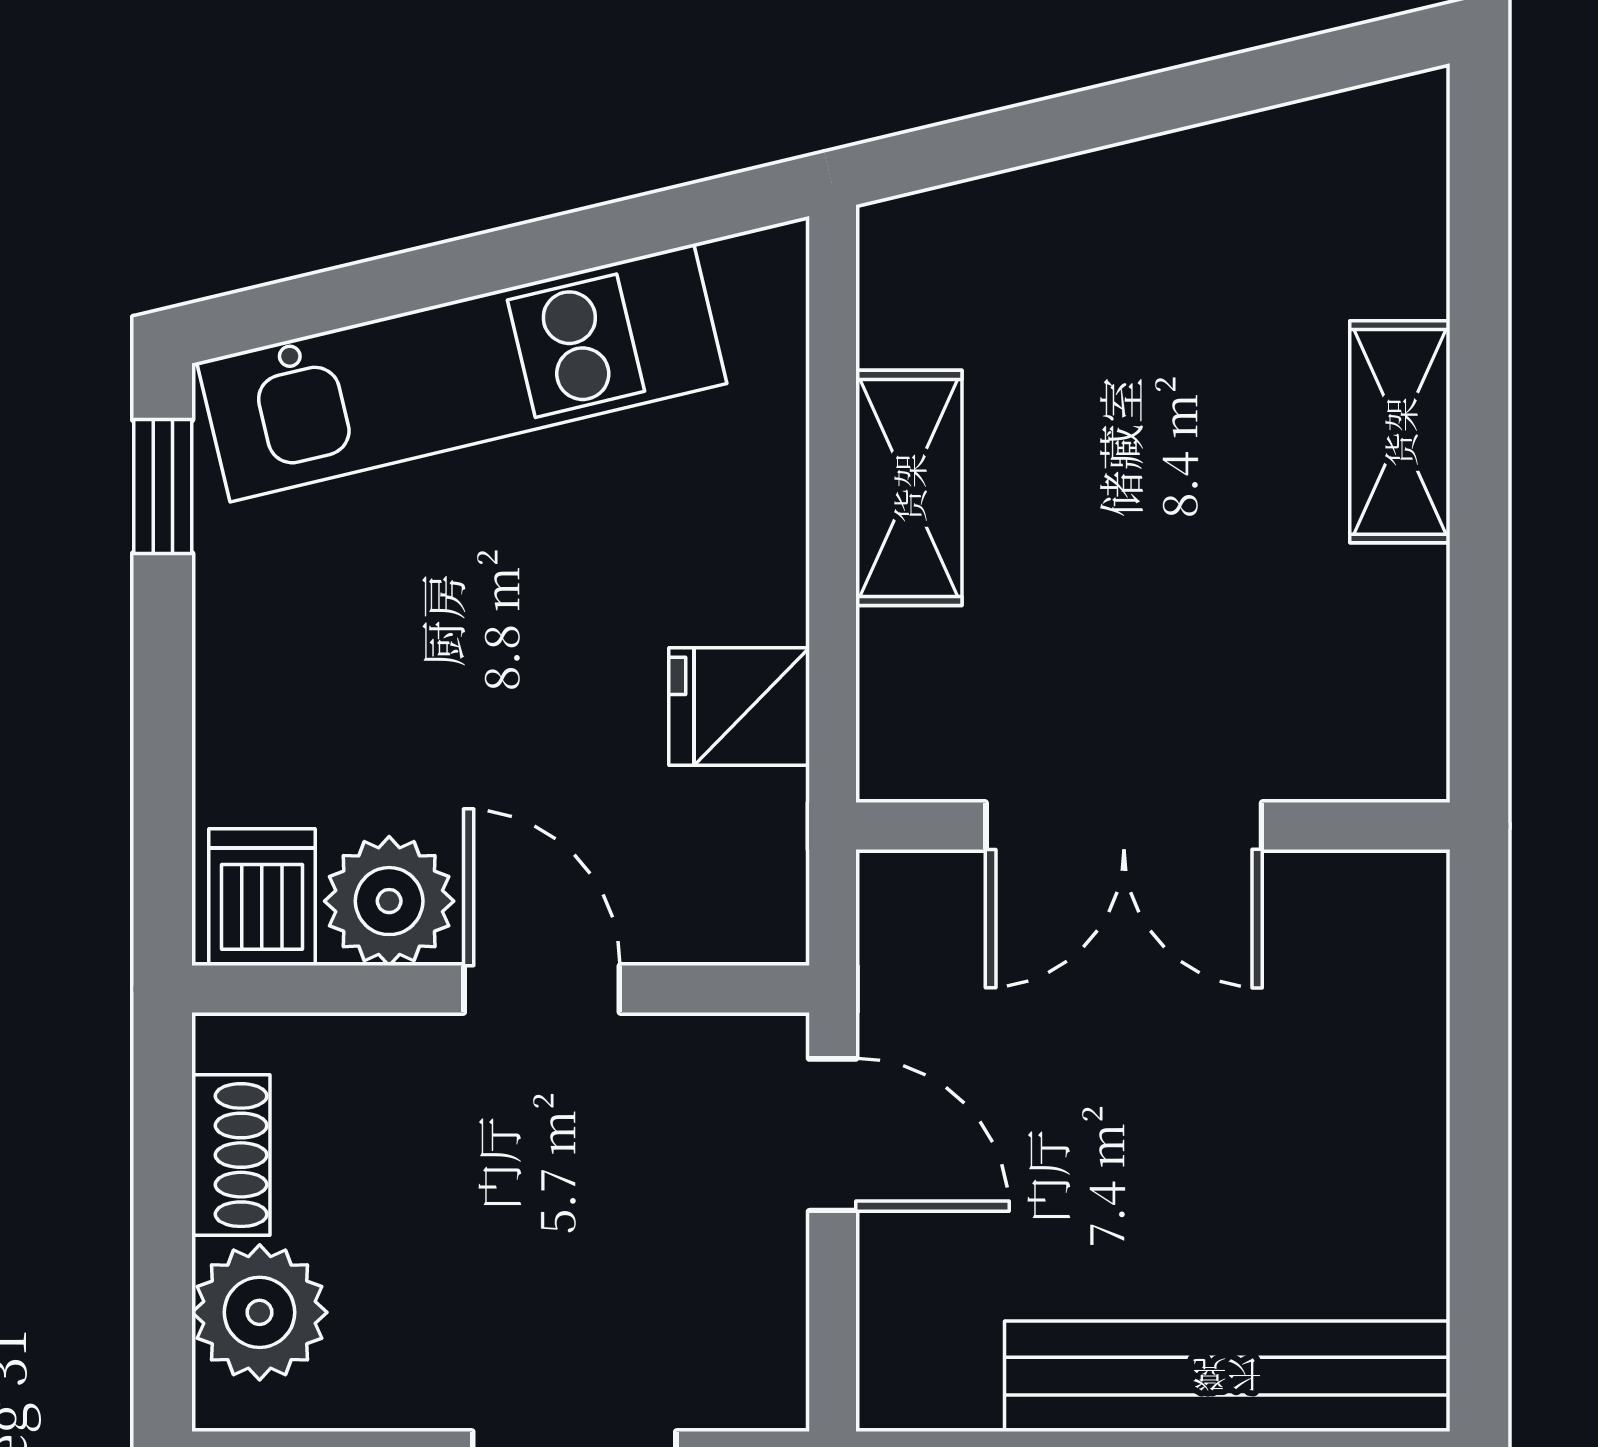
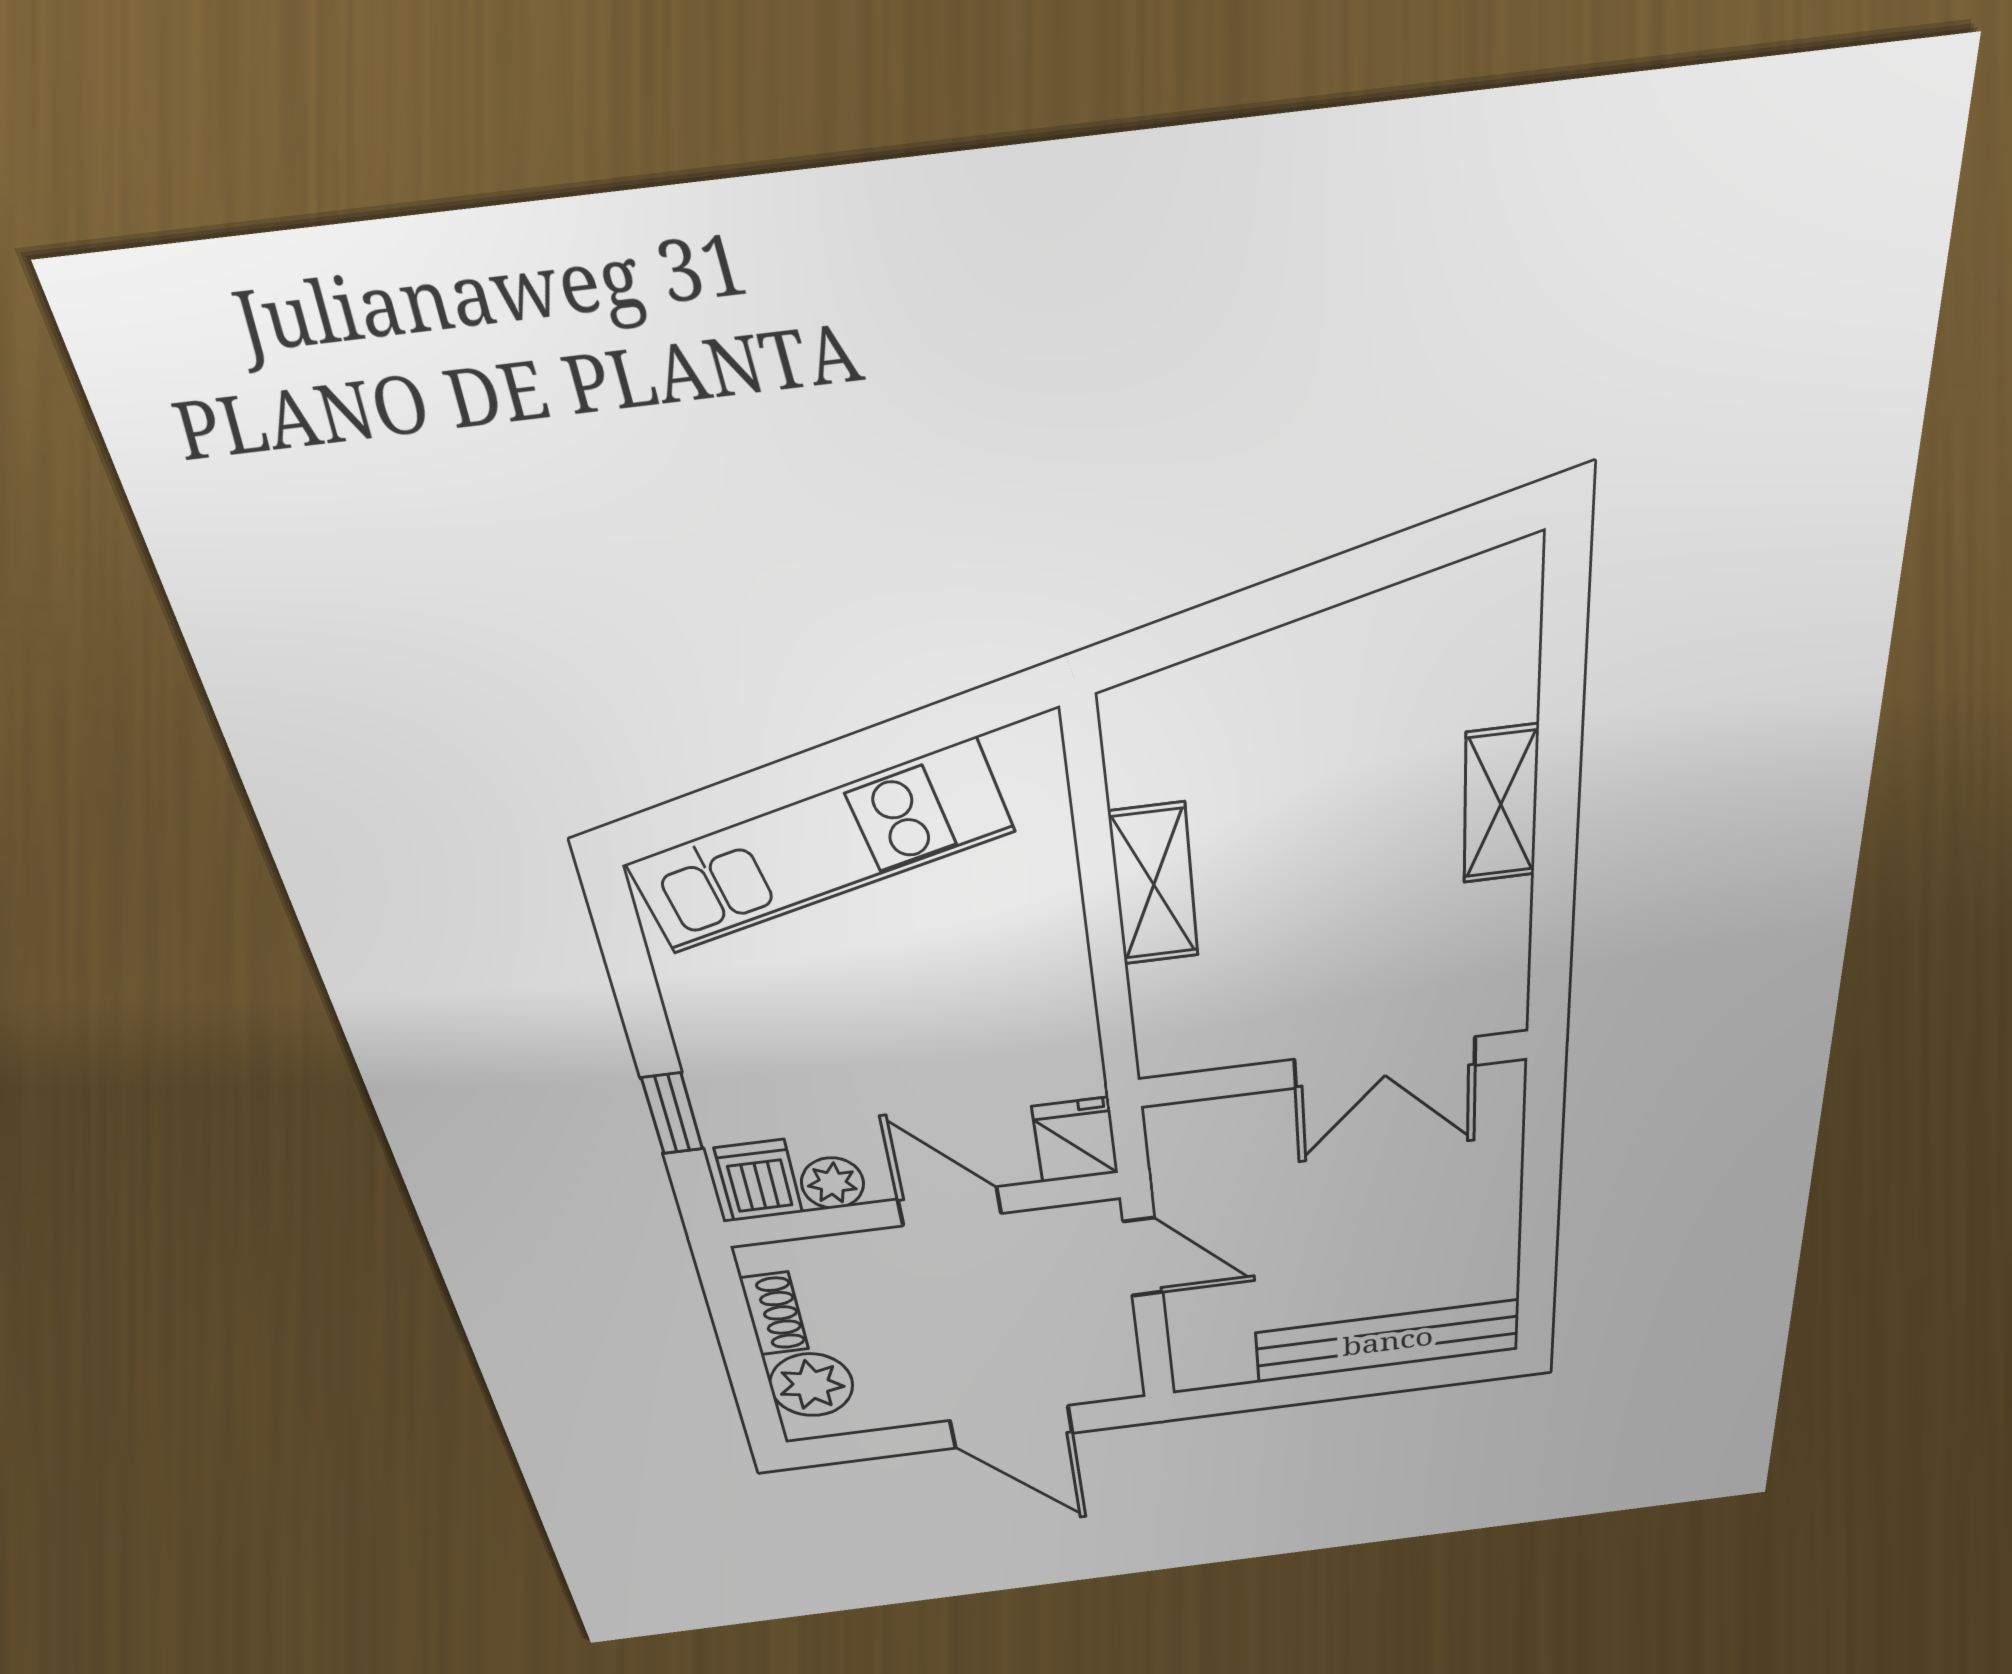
window: (163, 487) -> (672, 1114), moved
fridge: (739, 707) -> (1075, 1140), moved, turned 90
double door: (1124, 826) -> (1385, 1062), moved
plant: (389, 901) -> (833, 1183), width x0.73, depth x0.73

